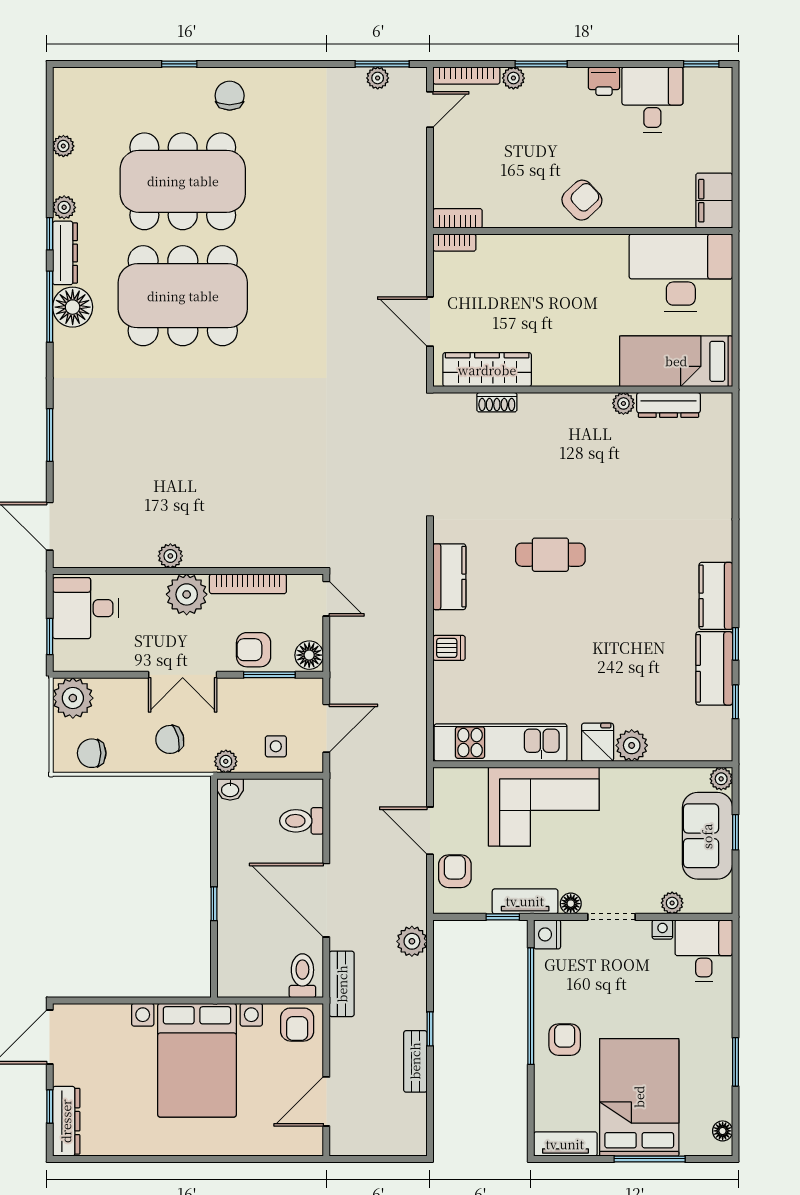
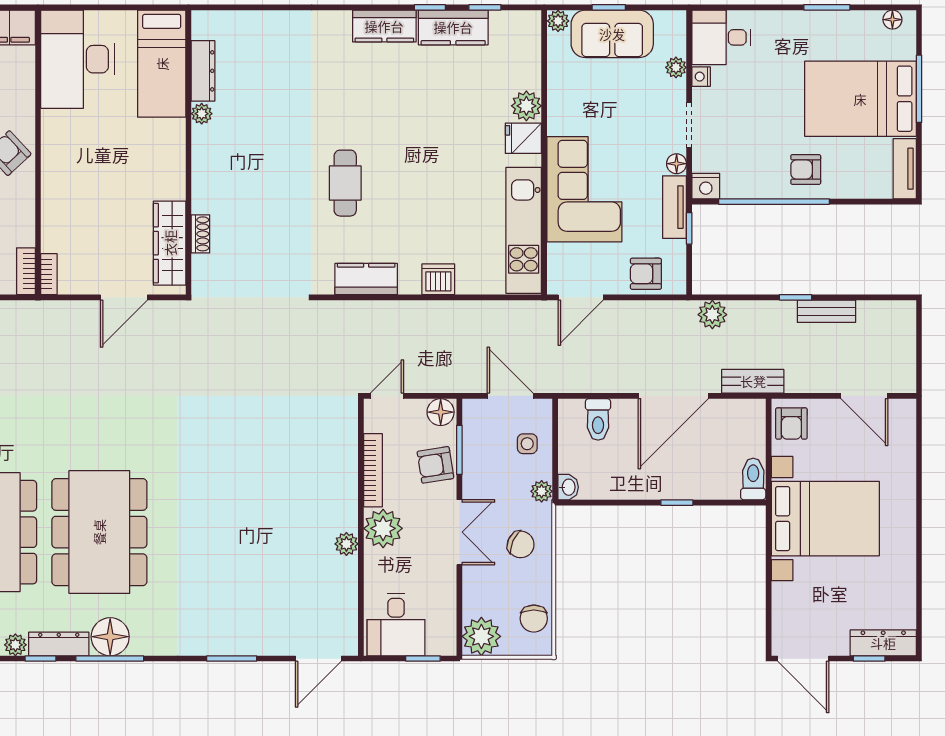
dishwasher: (449, 648) -> (438, 279), width x1.38
armchair: (254, 650) -> (435, 465), turned 81
chair: (170, 739) -> (521, 544), turned -52
door: (430, 831) -> (581, 297), moved
toilet: (302, 976) -> (753, 479), moved, turned 90
armchair: (297, 1025) -> (791, 424), turned 90

